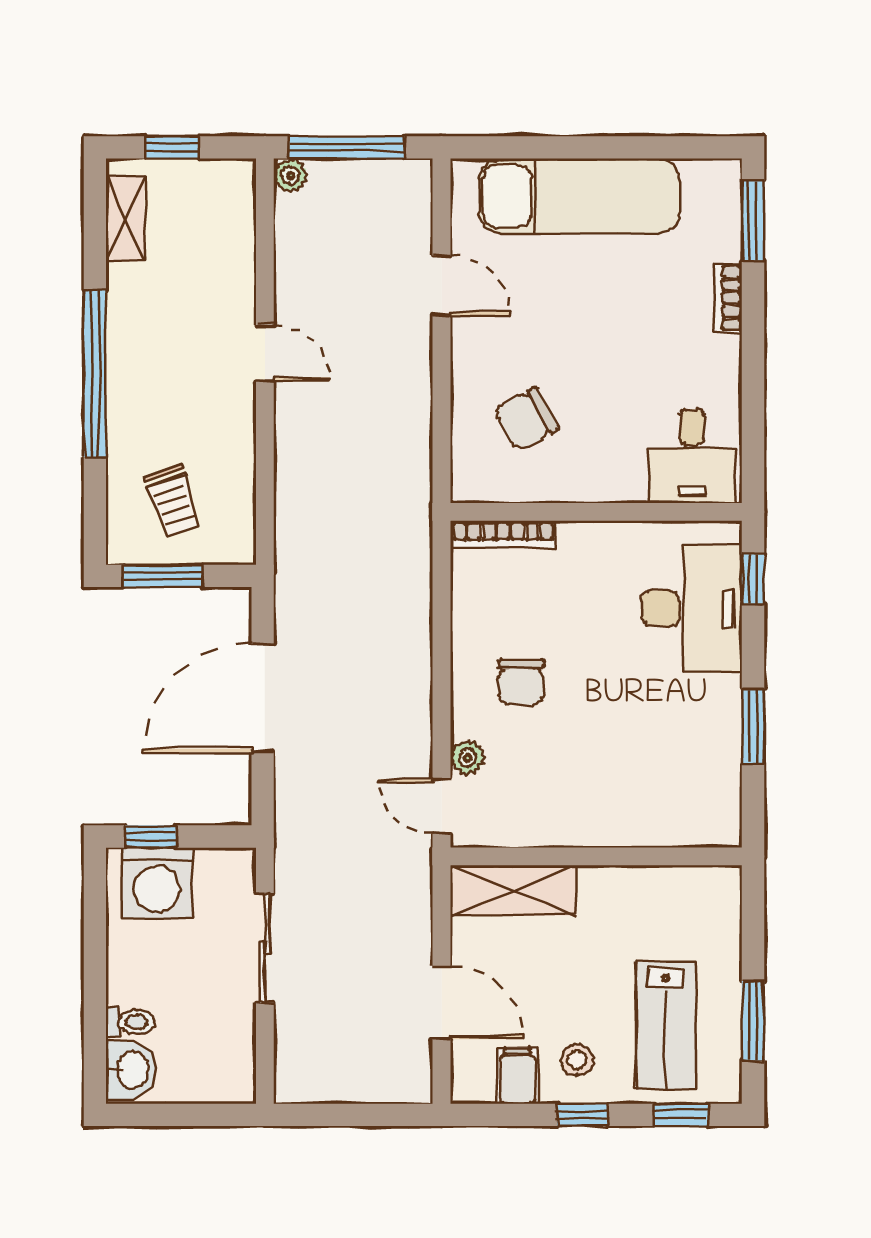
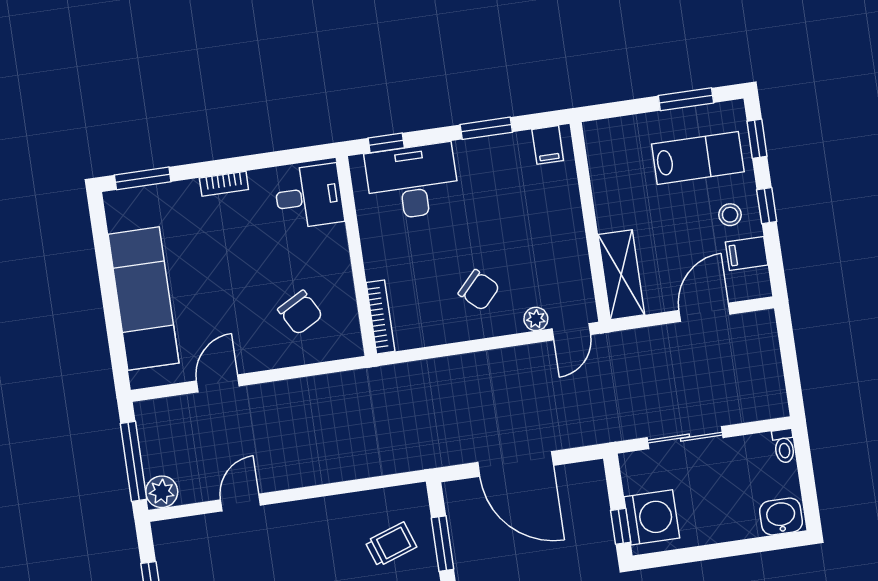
plant: (291, 175) -> (162, 492), width x1.38, depth x1.38
bookcase: (728, 298) -> (224, 184), moved
door: (265, 353) -> (240, 502), moved
chair: (521, 682) -> (479, 290), turned 43
filing cabinet: (716, 812) -> (548, 145), added
toilet: (130, 1022) -> (784, 446), moved, turned 180

